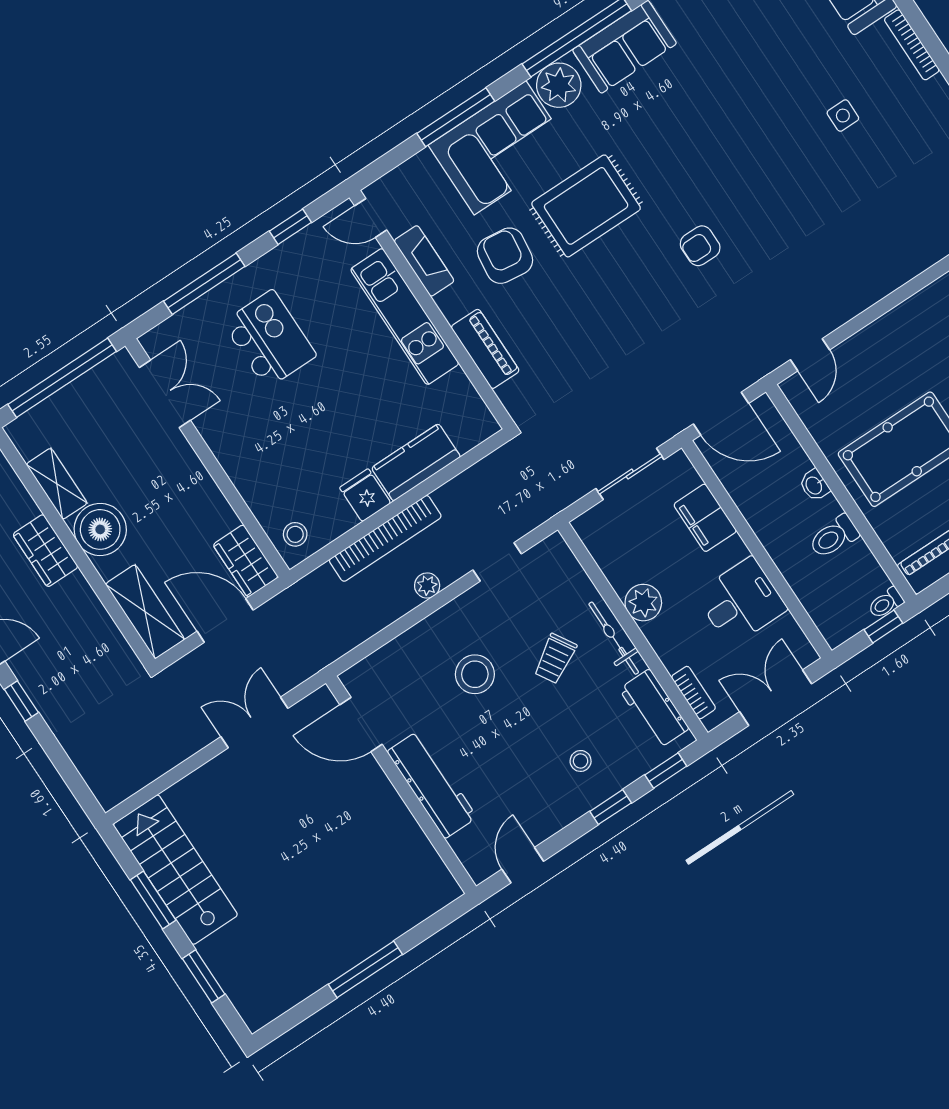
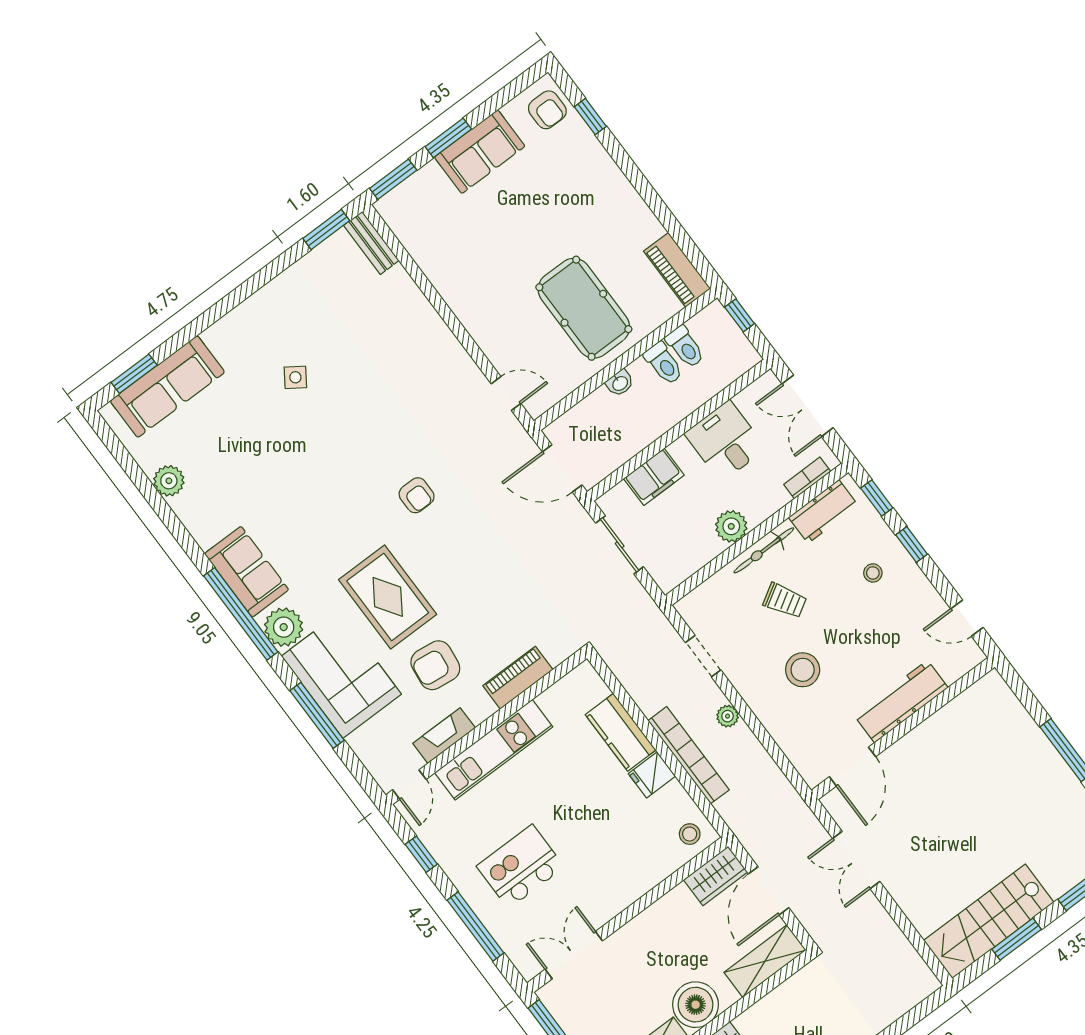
bookcase: (912, 45) -> (230, 321), removed
side table: (843, 116) -> (295, 377), turned 34
door: (721, 414) -> (562, 468), swing flipped
toilet: (886, 603) -> (685, 347), moved, width x1.37, depth x1.39

